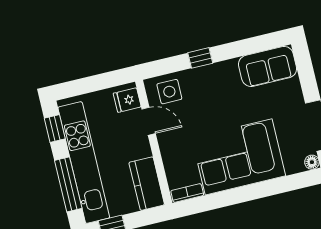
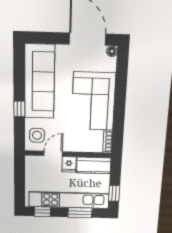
sofa: (268, 66) -> (39, 82), width x1.85, depth x1.27
fridge: (127, 100) -> (69, 164), moved
window: (68, 184) -> (80, 213), width x0.69

